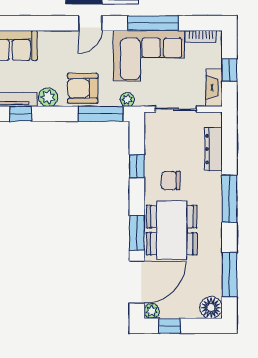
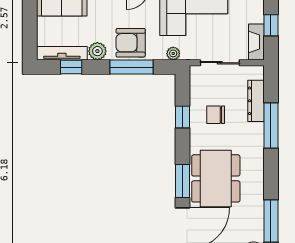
window: (101, 114) -> (132, 67), moved
chair: (171, 181) -> (216, 115), moved
window: (229, 199) -> (271, 125), moved

